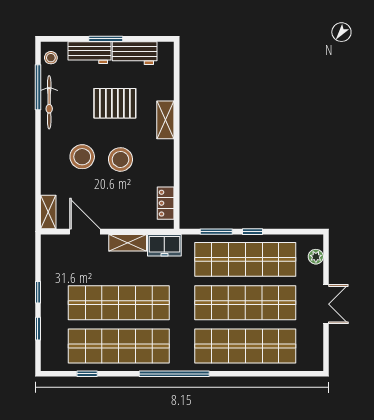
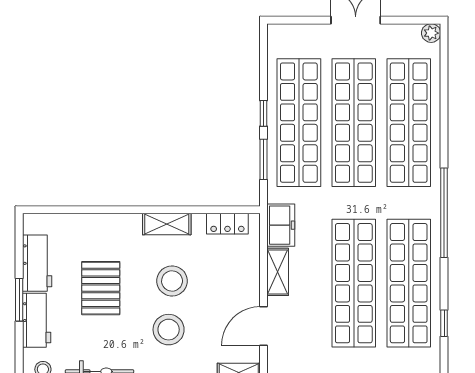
shelving: (165, 120) -> (167, 224), moved
plant: (316, 257) -> (431, 33), moved

